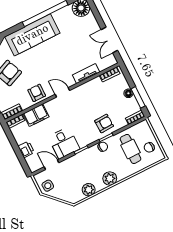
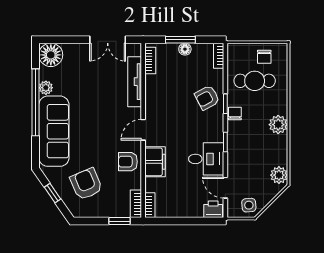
plant: (58, 15) -> (46, 88), added
tv unit: (86, 74) -> (135, 82), width x1.41
window: (138, 97) -> (180, 40), moved
filing cabinet: (36, 115) -> (155, 162), moved
armchair: (104, 123) -> (207, 98), turned -116
printer: (26, 149) -> (213, 209), moved
door: (51, 165) -> (225, 188), hinge flipped
plant: (89, 190) -> (279, 175), moved

